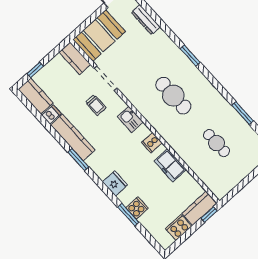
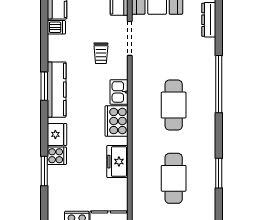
window: (190, 55) -> (219, 84), width x2.11
kitchen counter: (73, 137) -> (57, 90), moved
cooker: (152, 143) -> (117, 121), width x1.87, depth x1.31
cafe table: (217, 143) -> (174, 178), width x1.37, depth x1.35
cooker: (137, 208) -> (57, 156), moved

